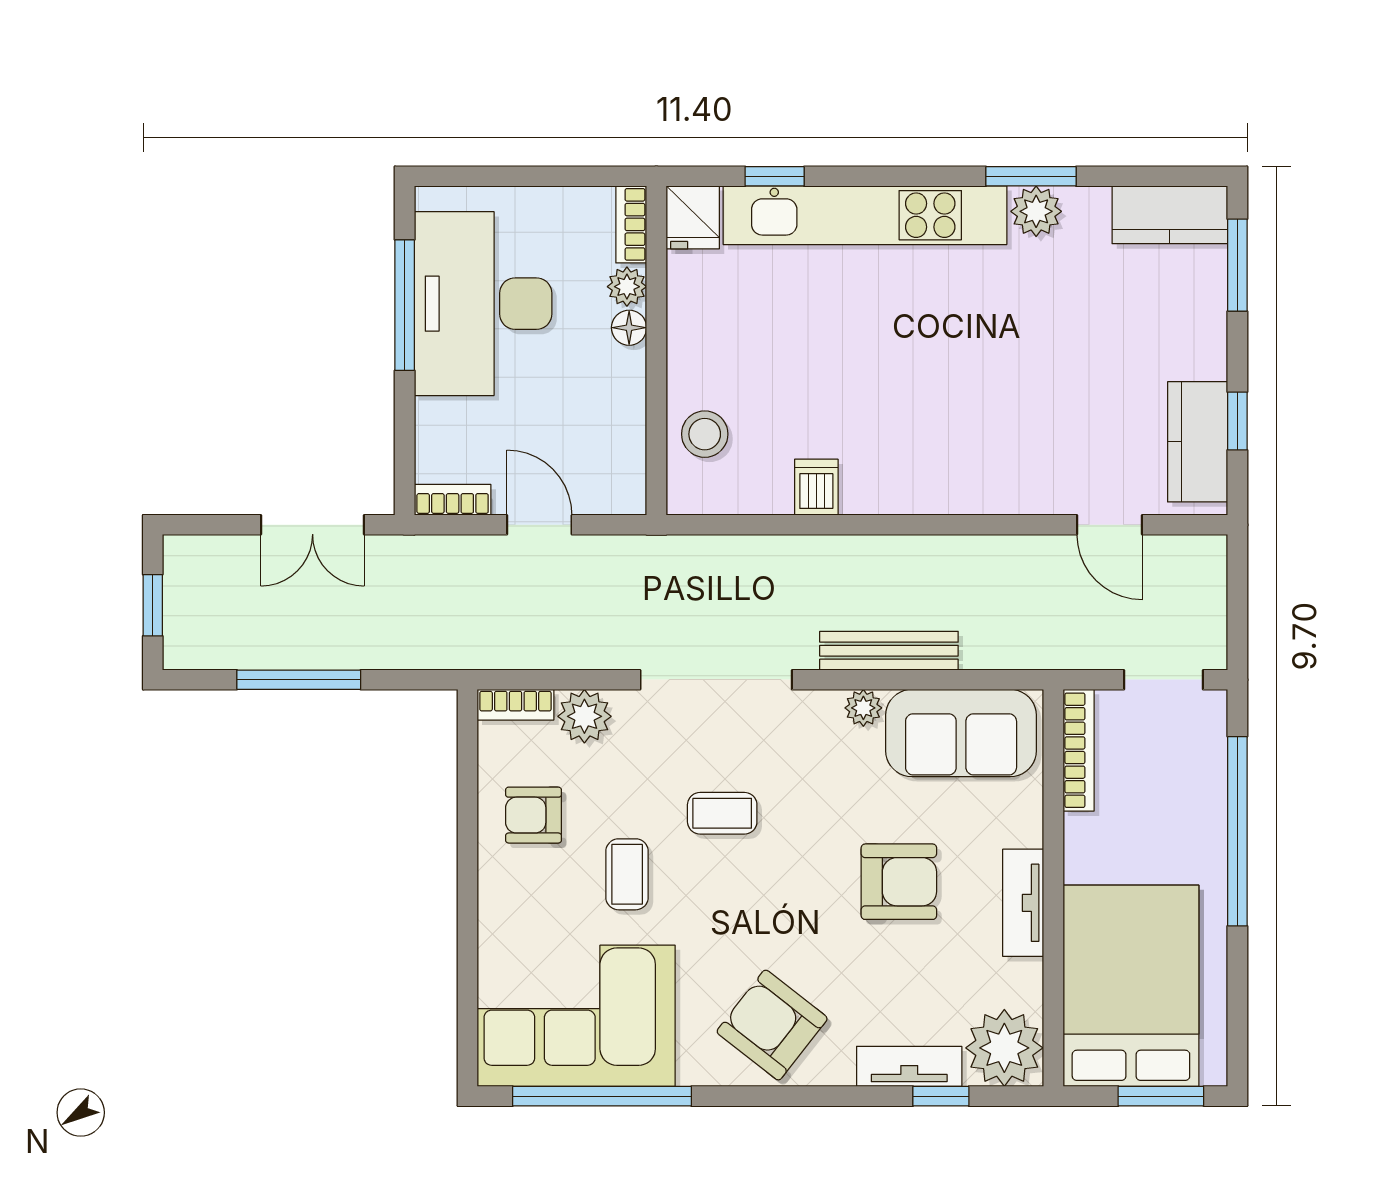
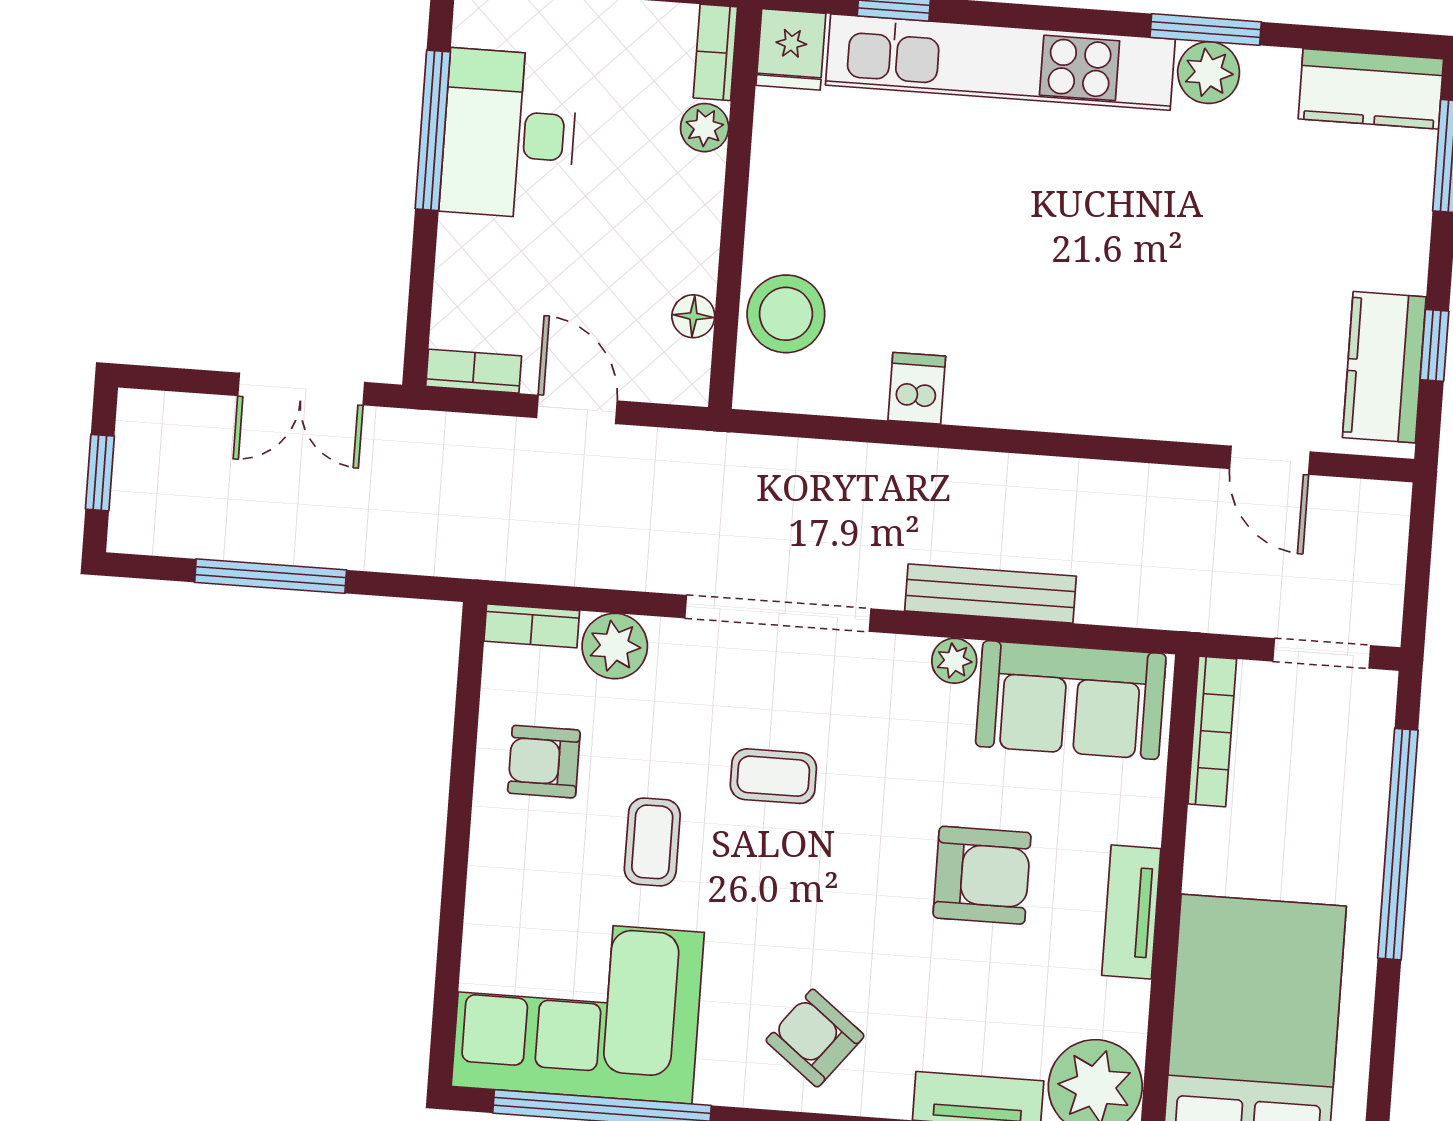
desk: (483, 304) -> (509, 134), width x0.73, depth x0.77
floor lamp: (629, 328) -> (693, 316), moved
stool: (705, 434) -> (786, 314), width x1.38, depth x1.38
armchair: (772, 1025) -> (815, 1038), width x0.72, depth x0.72

